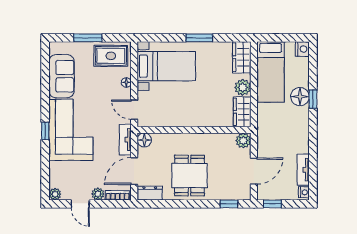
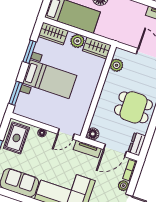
window: (160, 38) -> (16, 93), added
window: (199, 38) -> (30, 52), moved
bed with nightstands: (166, 66) -> (50, 79), moved, turned 90
plant: (243, 141) -> (117, 65), moved
door: (134, 171) -> (115, 150), hinge flipped

